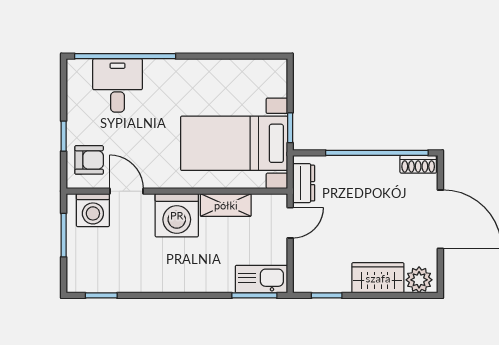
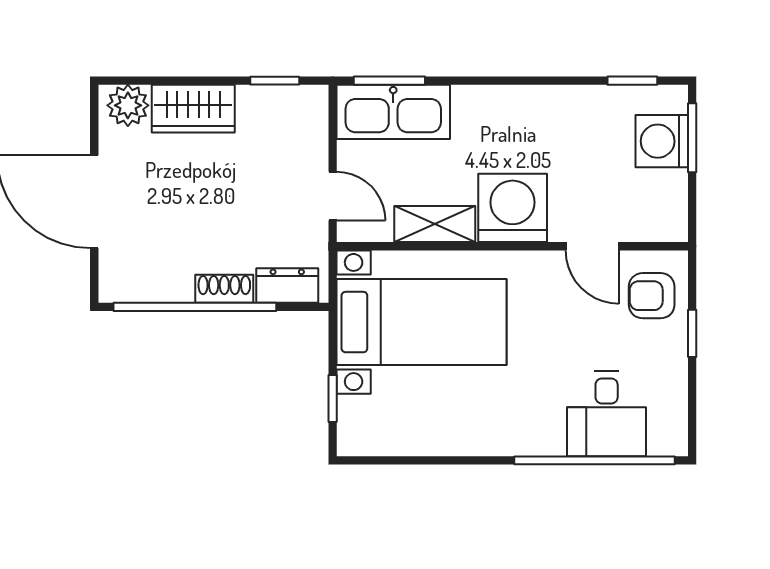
window: (290, 128) -> (333, 399), moved
shoe rack: (418, 164) -> (224, 289), moved
dresser: (304, 183) -> (287, 285), moved, turned 90
washing machine: (93, 210) -> (662, 141), moved, turned -90
door: (290, 223) -> (333, 196), swing flipped
window: (64, 235) -> (692, 138), moved
kitchen sink: (261, 279) -> (393, 112), width x1.36, depth x1.24

